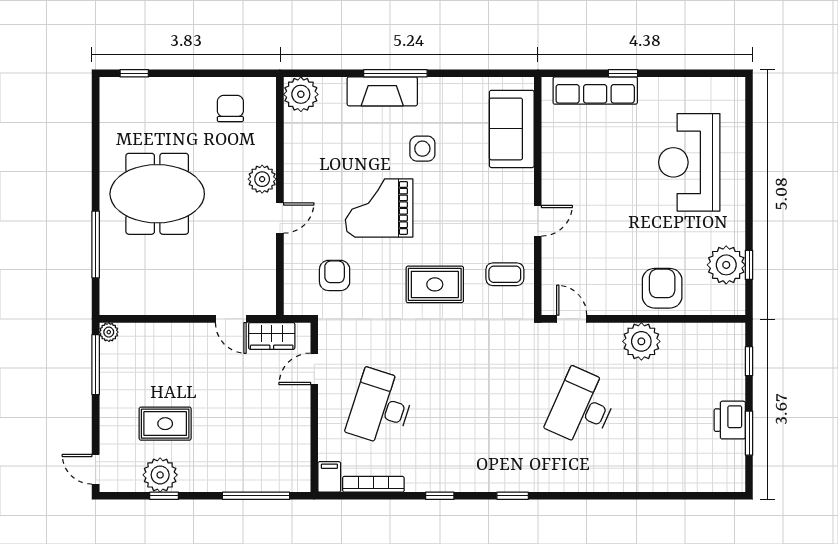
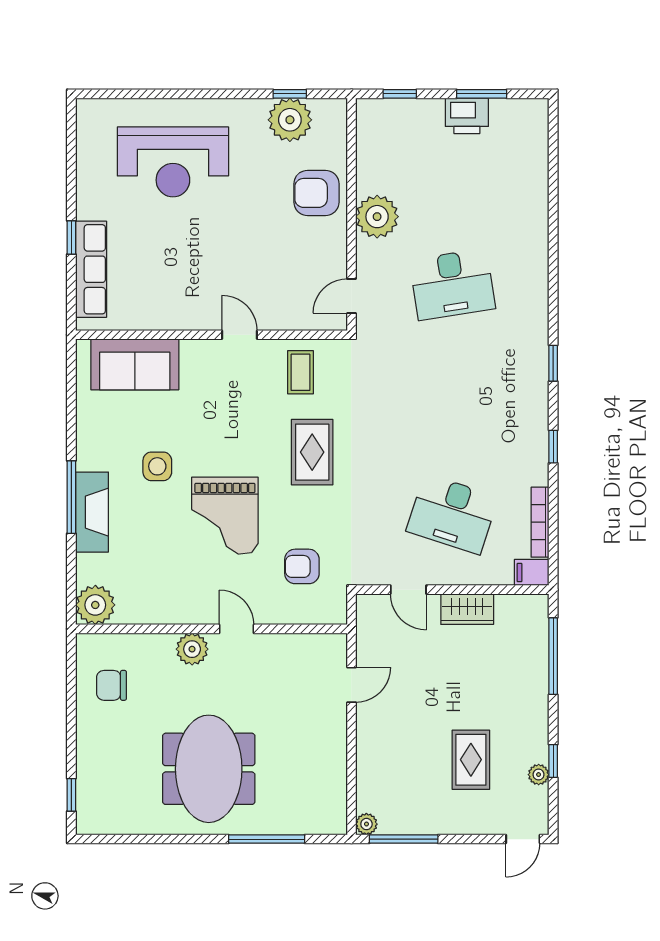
wardrobe: (272, 336) -> (467, 609), moved, turned 90
desk: (582, 407) -> (452, 284), turned -33
plant: (160, 475) -> (539, 775), width x0.53, depth x0.53

